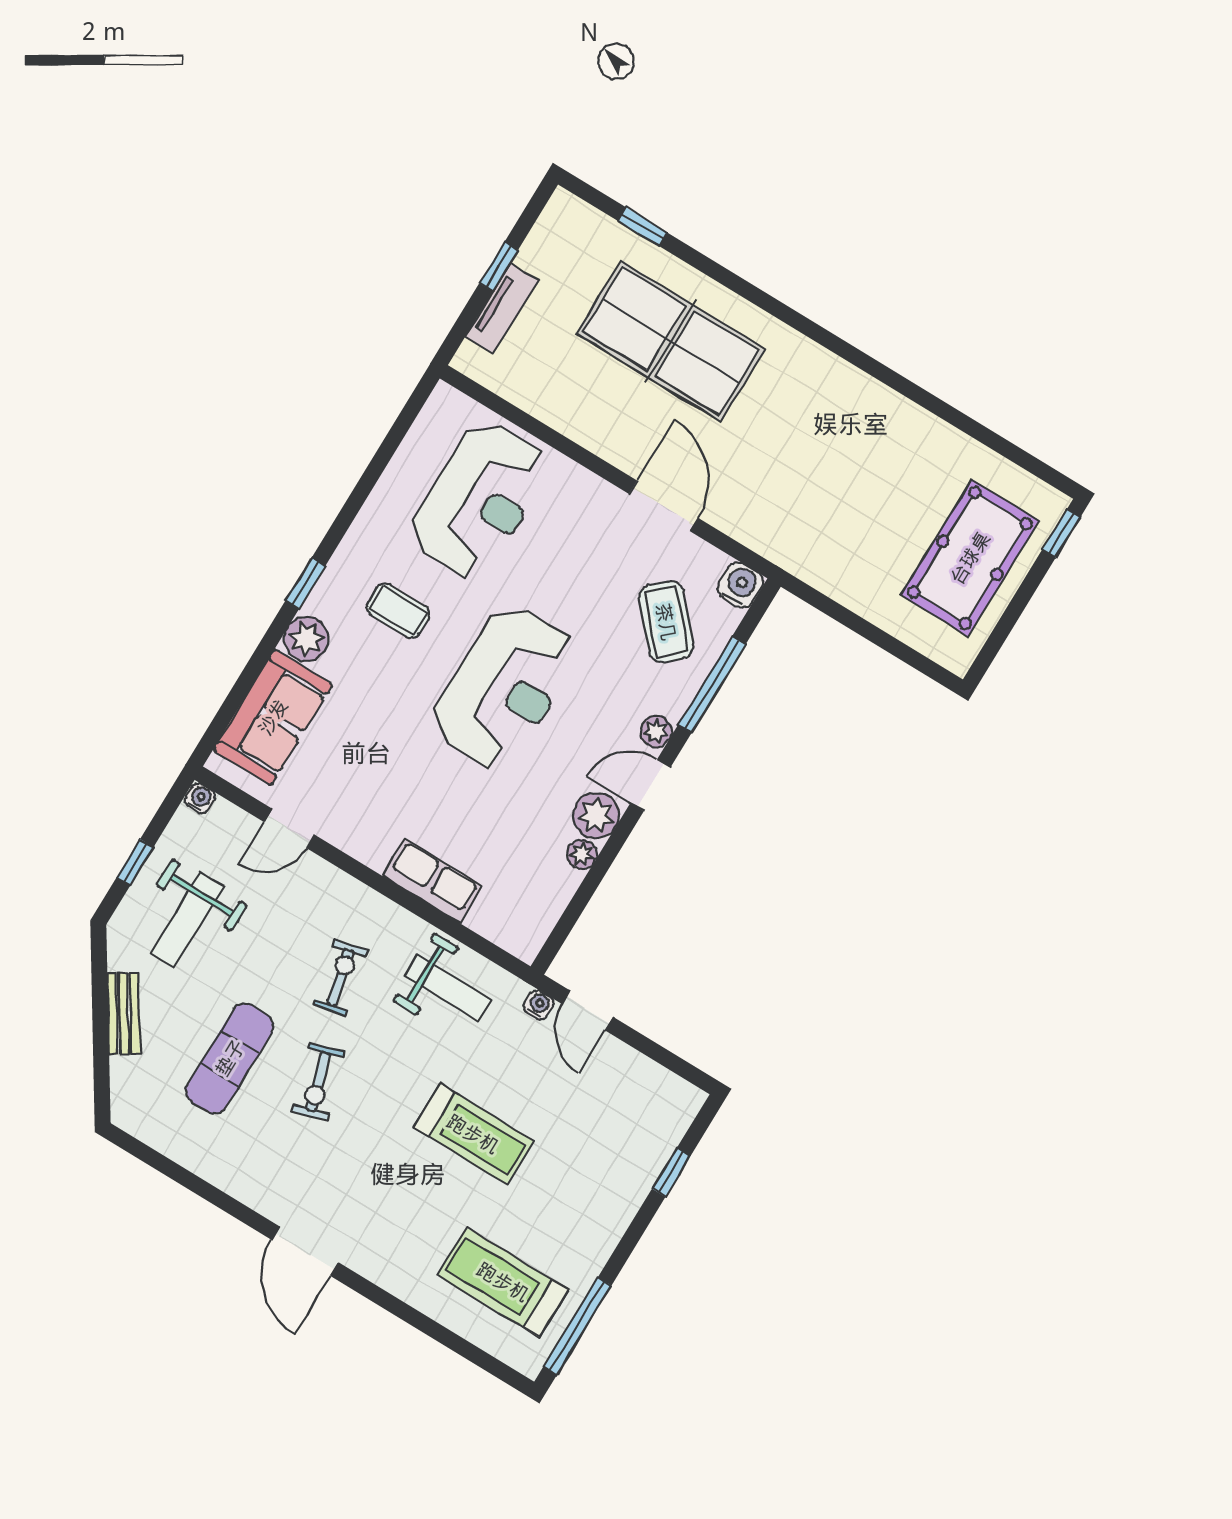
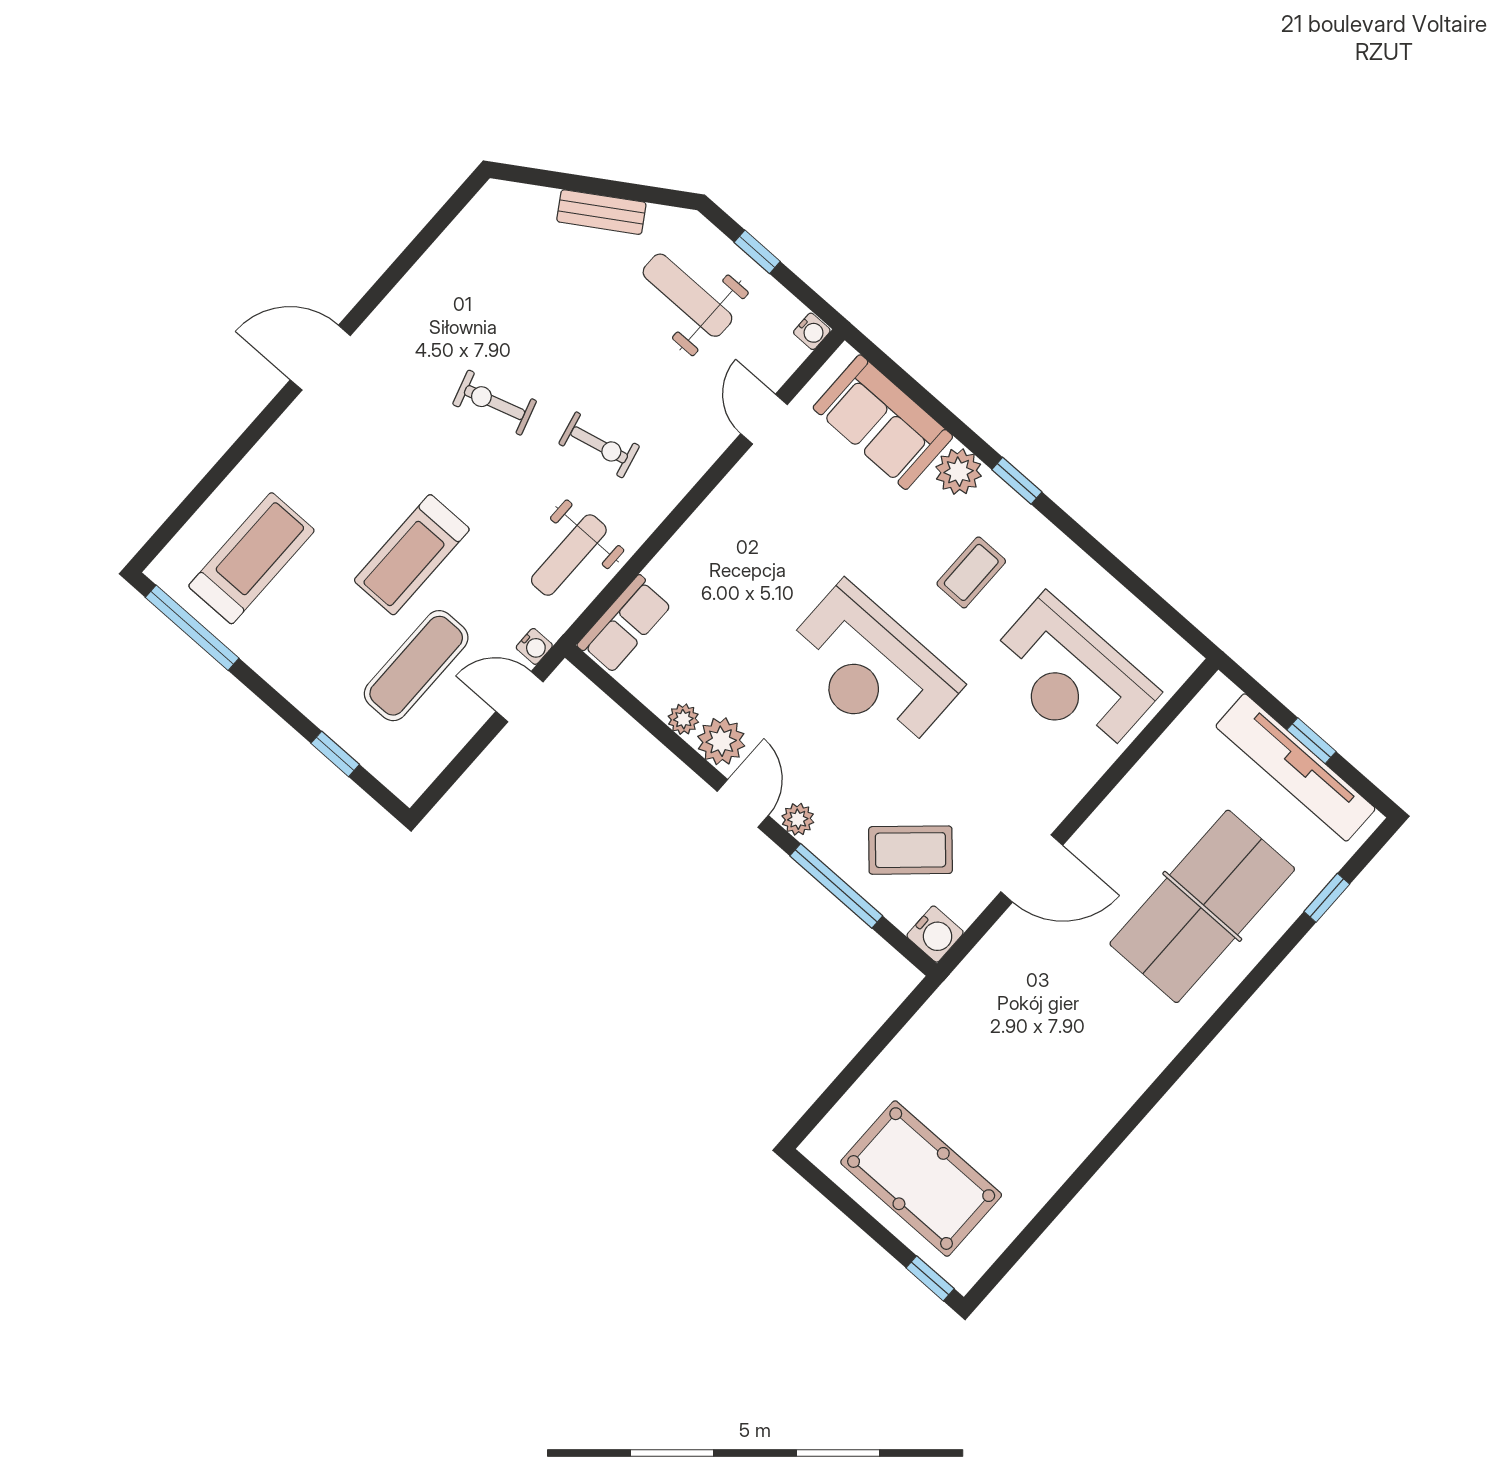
tv unit: (502, 309) -> (1295, 767), width x1.92, depth x1.29
row of seats: (432, 881) -> (625, 624), moved
exercise mat: (230, 1058) -> (416, 666), moved, turned 90

